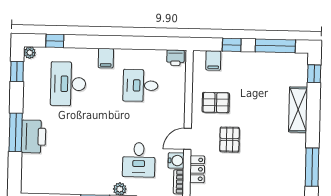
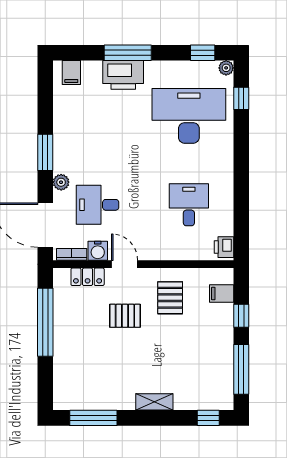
filing cabinet: (106, 58) -> (71, 73), moved, turned -90
desk: (68, 84) -> (189, 116), width x1.36, depth x1.30
shelving: (298, 110) -> (154, 402), width x0.67, depth x0.75

